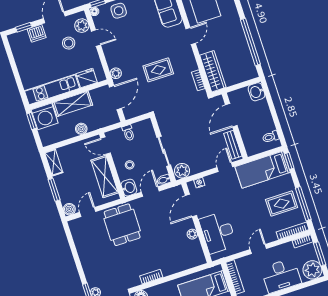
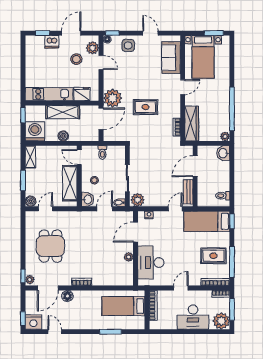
plant: (116, 73) -> (113, 98), width x1.88, depth x1.88
plant: (253, 73) -> (225, 136), added
washing machine: (45, 116) -> (35, 131), moved, turned 180
dining table: (122, 225) -> (50, 246), moved

